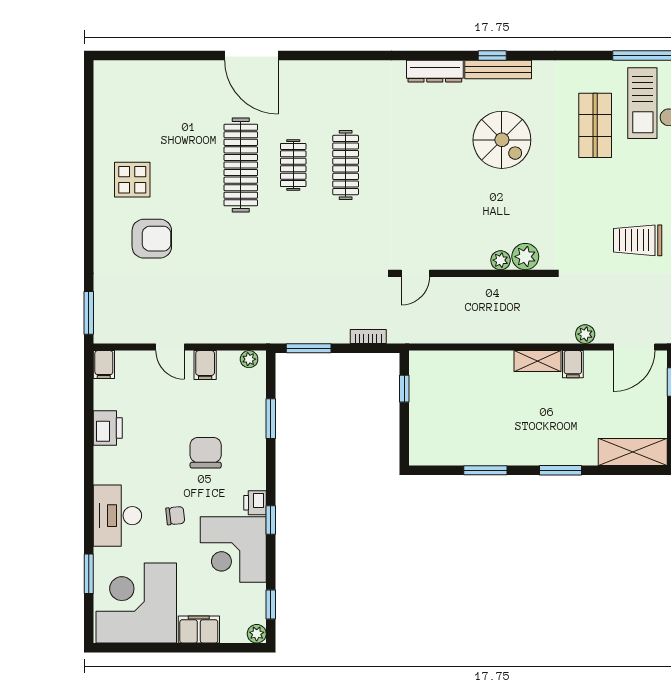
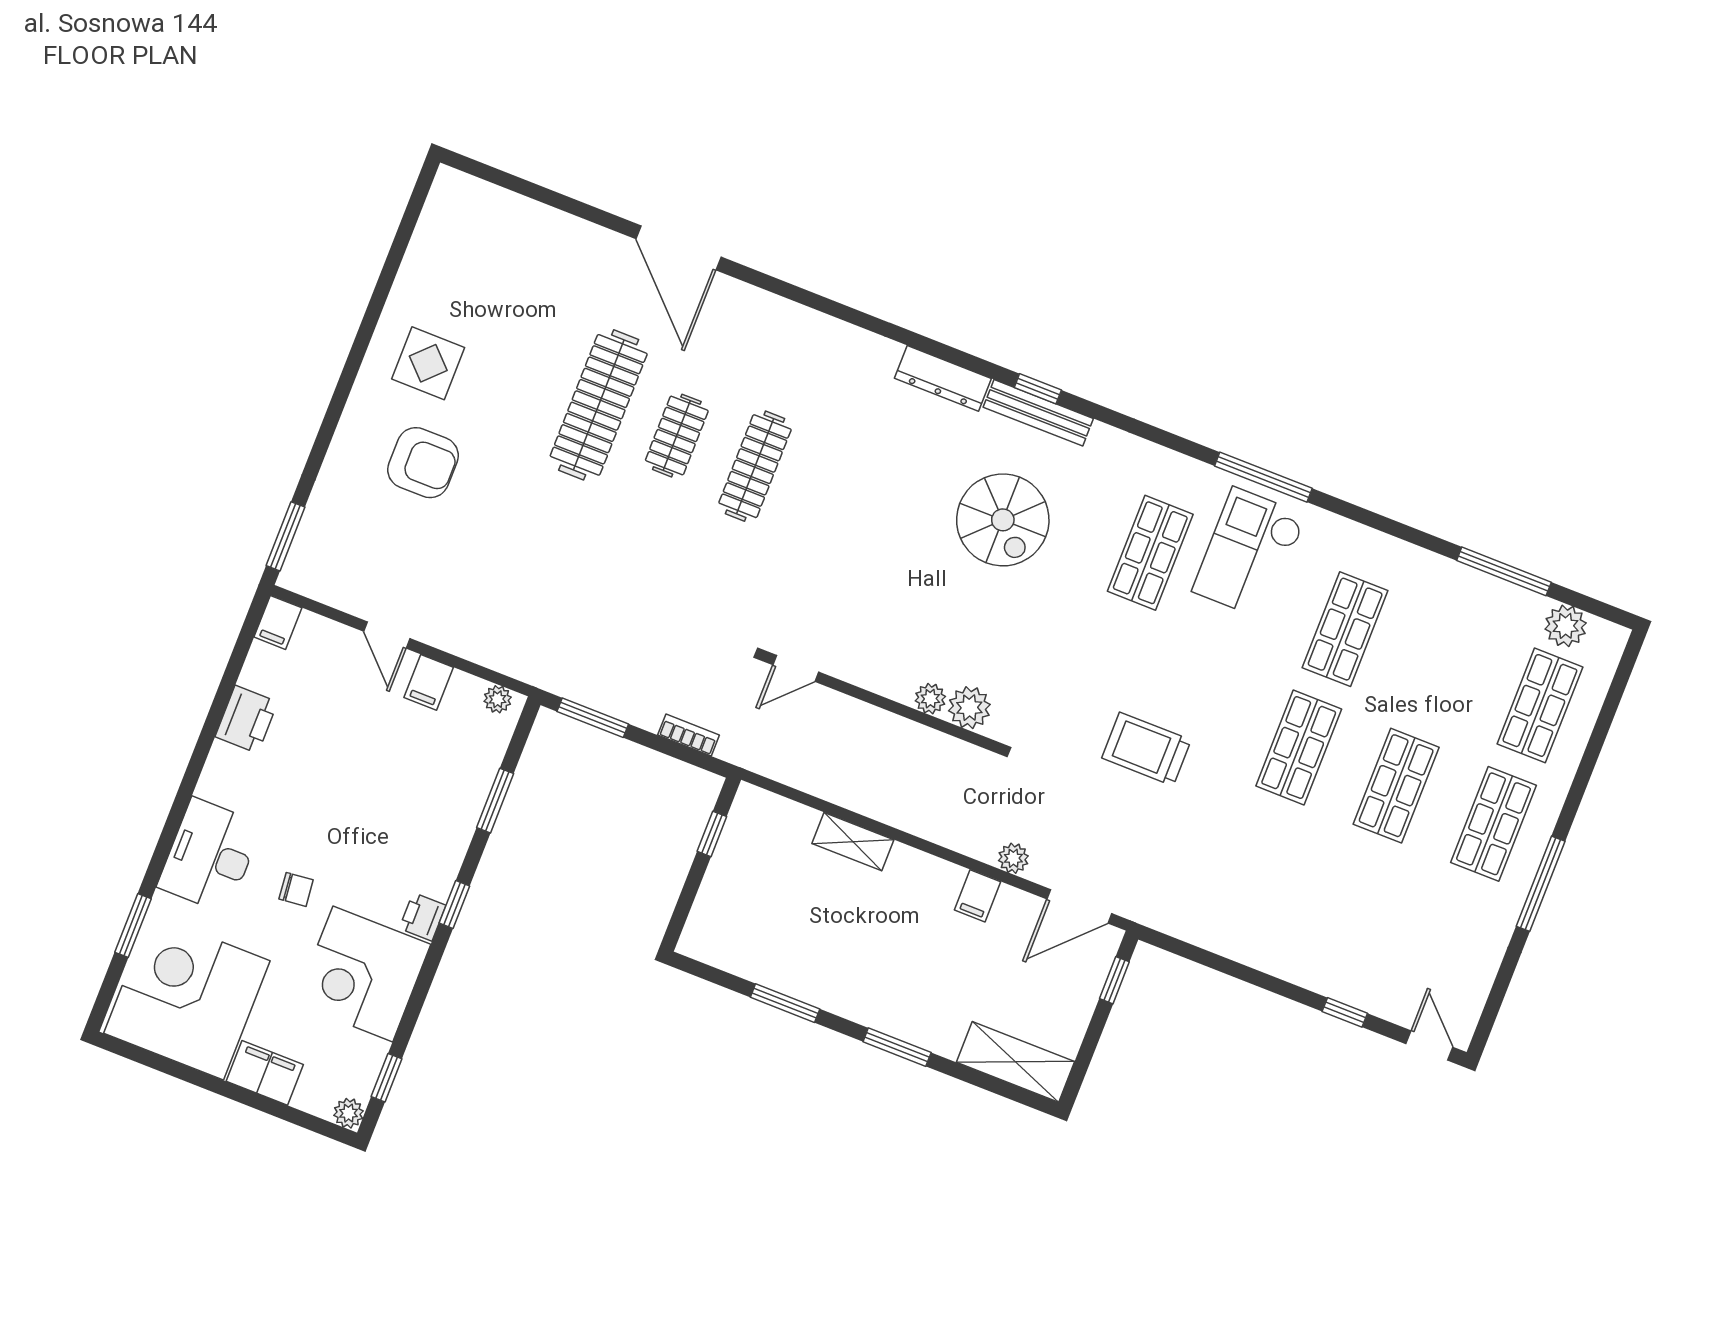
shelving: (537, 361) -> (853, 842), moved
chair: (206, 453) -> (378, 813), removed
window: (271, 520) -> (454, 904), moved

